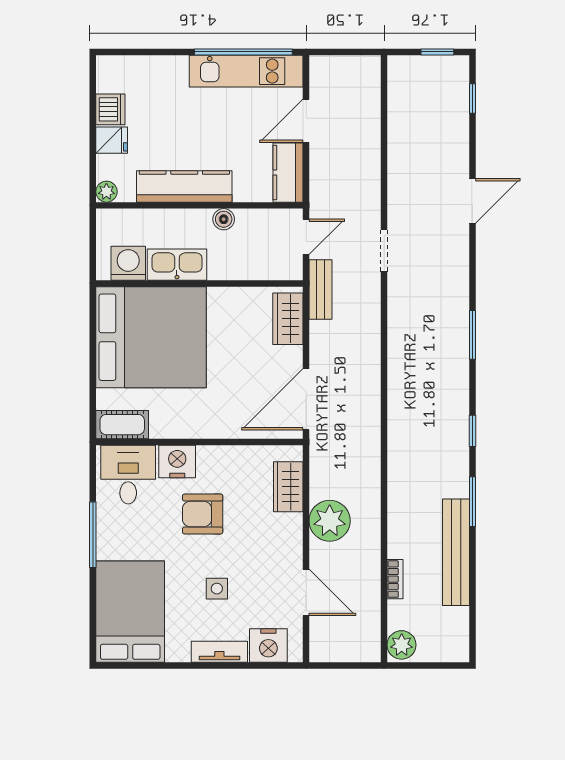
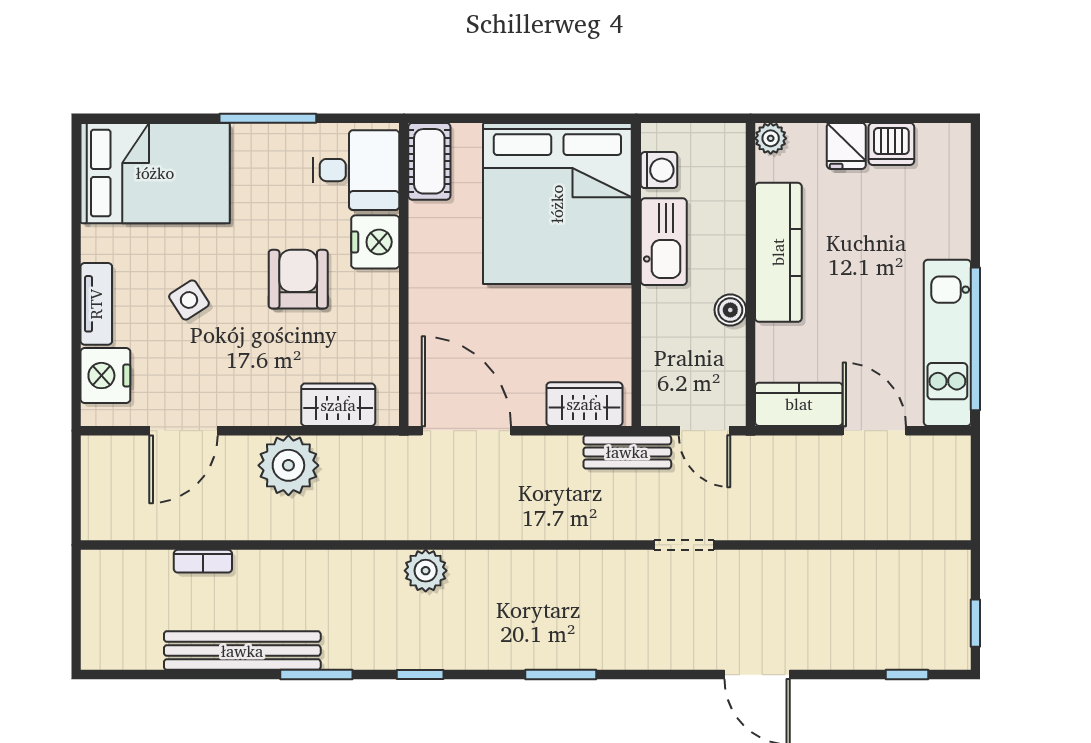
washing machine: (128, 263) -> (659, 170), width x0.73, depth x0.73
side table: (217, 589) -> (189, 300), turned -33
plant: (402, 645) -> (426, 571), moved

